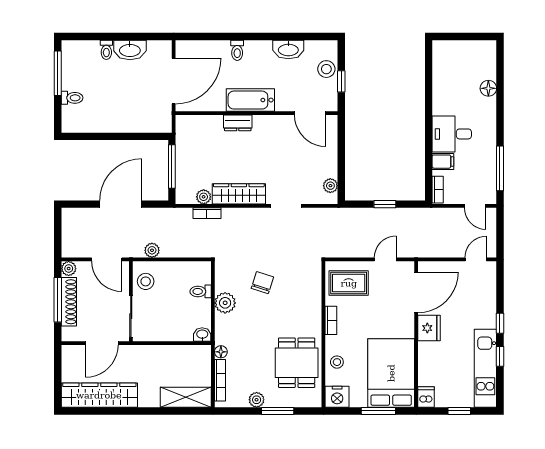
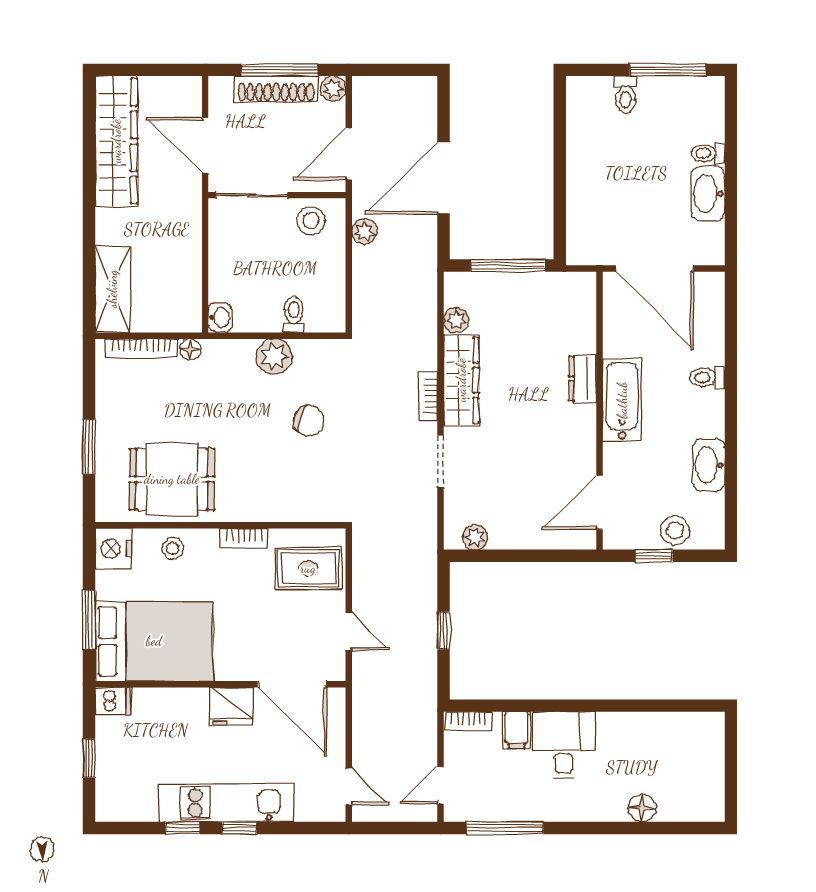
door: (121, 204) -> (444, 178), swing flipped
bookcase: (207, 213) -> (428, 396), moved
rug: (349, 283) -> (308, 568), turned 90
kitchen unit: (485, 368) -> (226, 803), moved
plant: (257, 400) -> (108, 411), removed

